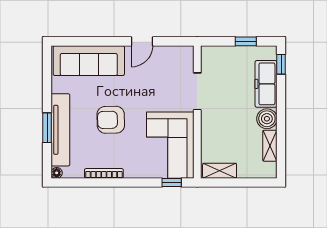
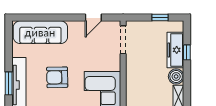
door: (142, 41) -> (93, 18), moved
window: (281, 64) -> (187, 52), moved
doorway: (197, 91) -> (123, 40), moved

